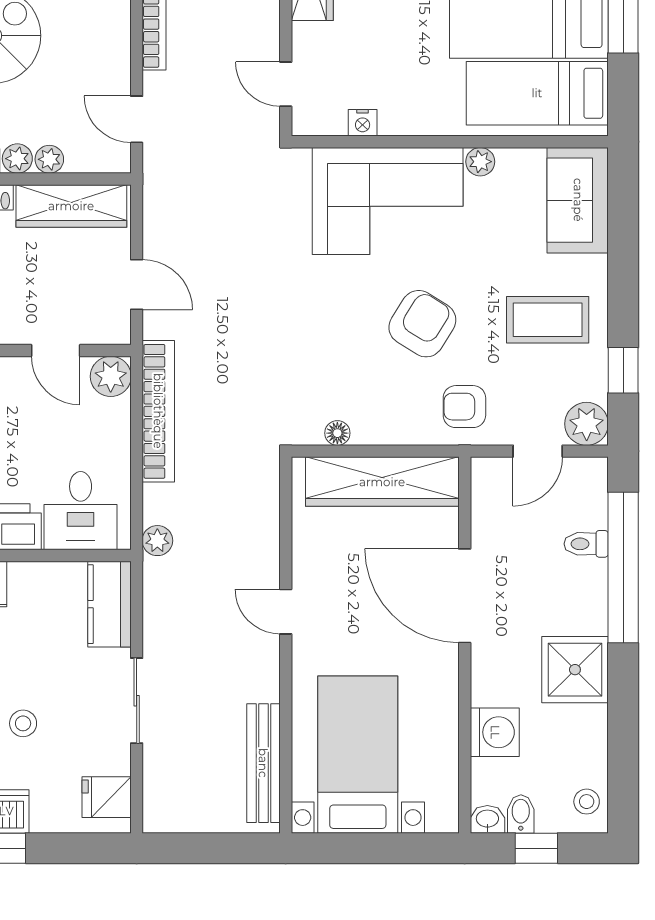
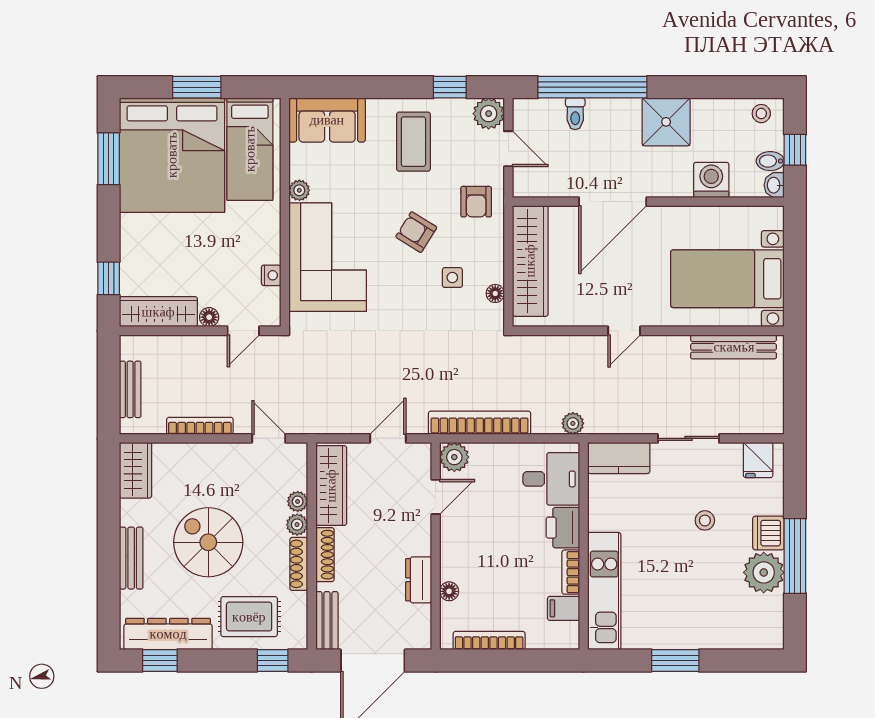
floor lamp: (305, 37) -> (209, 317), added
door: (137, 119) -> (269, 438), swing flipped
armchair: (422, 324) -> (416, 232), width x0.72, depth x0.72
side table: (359, 374) -> (452, 278), added

